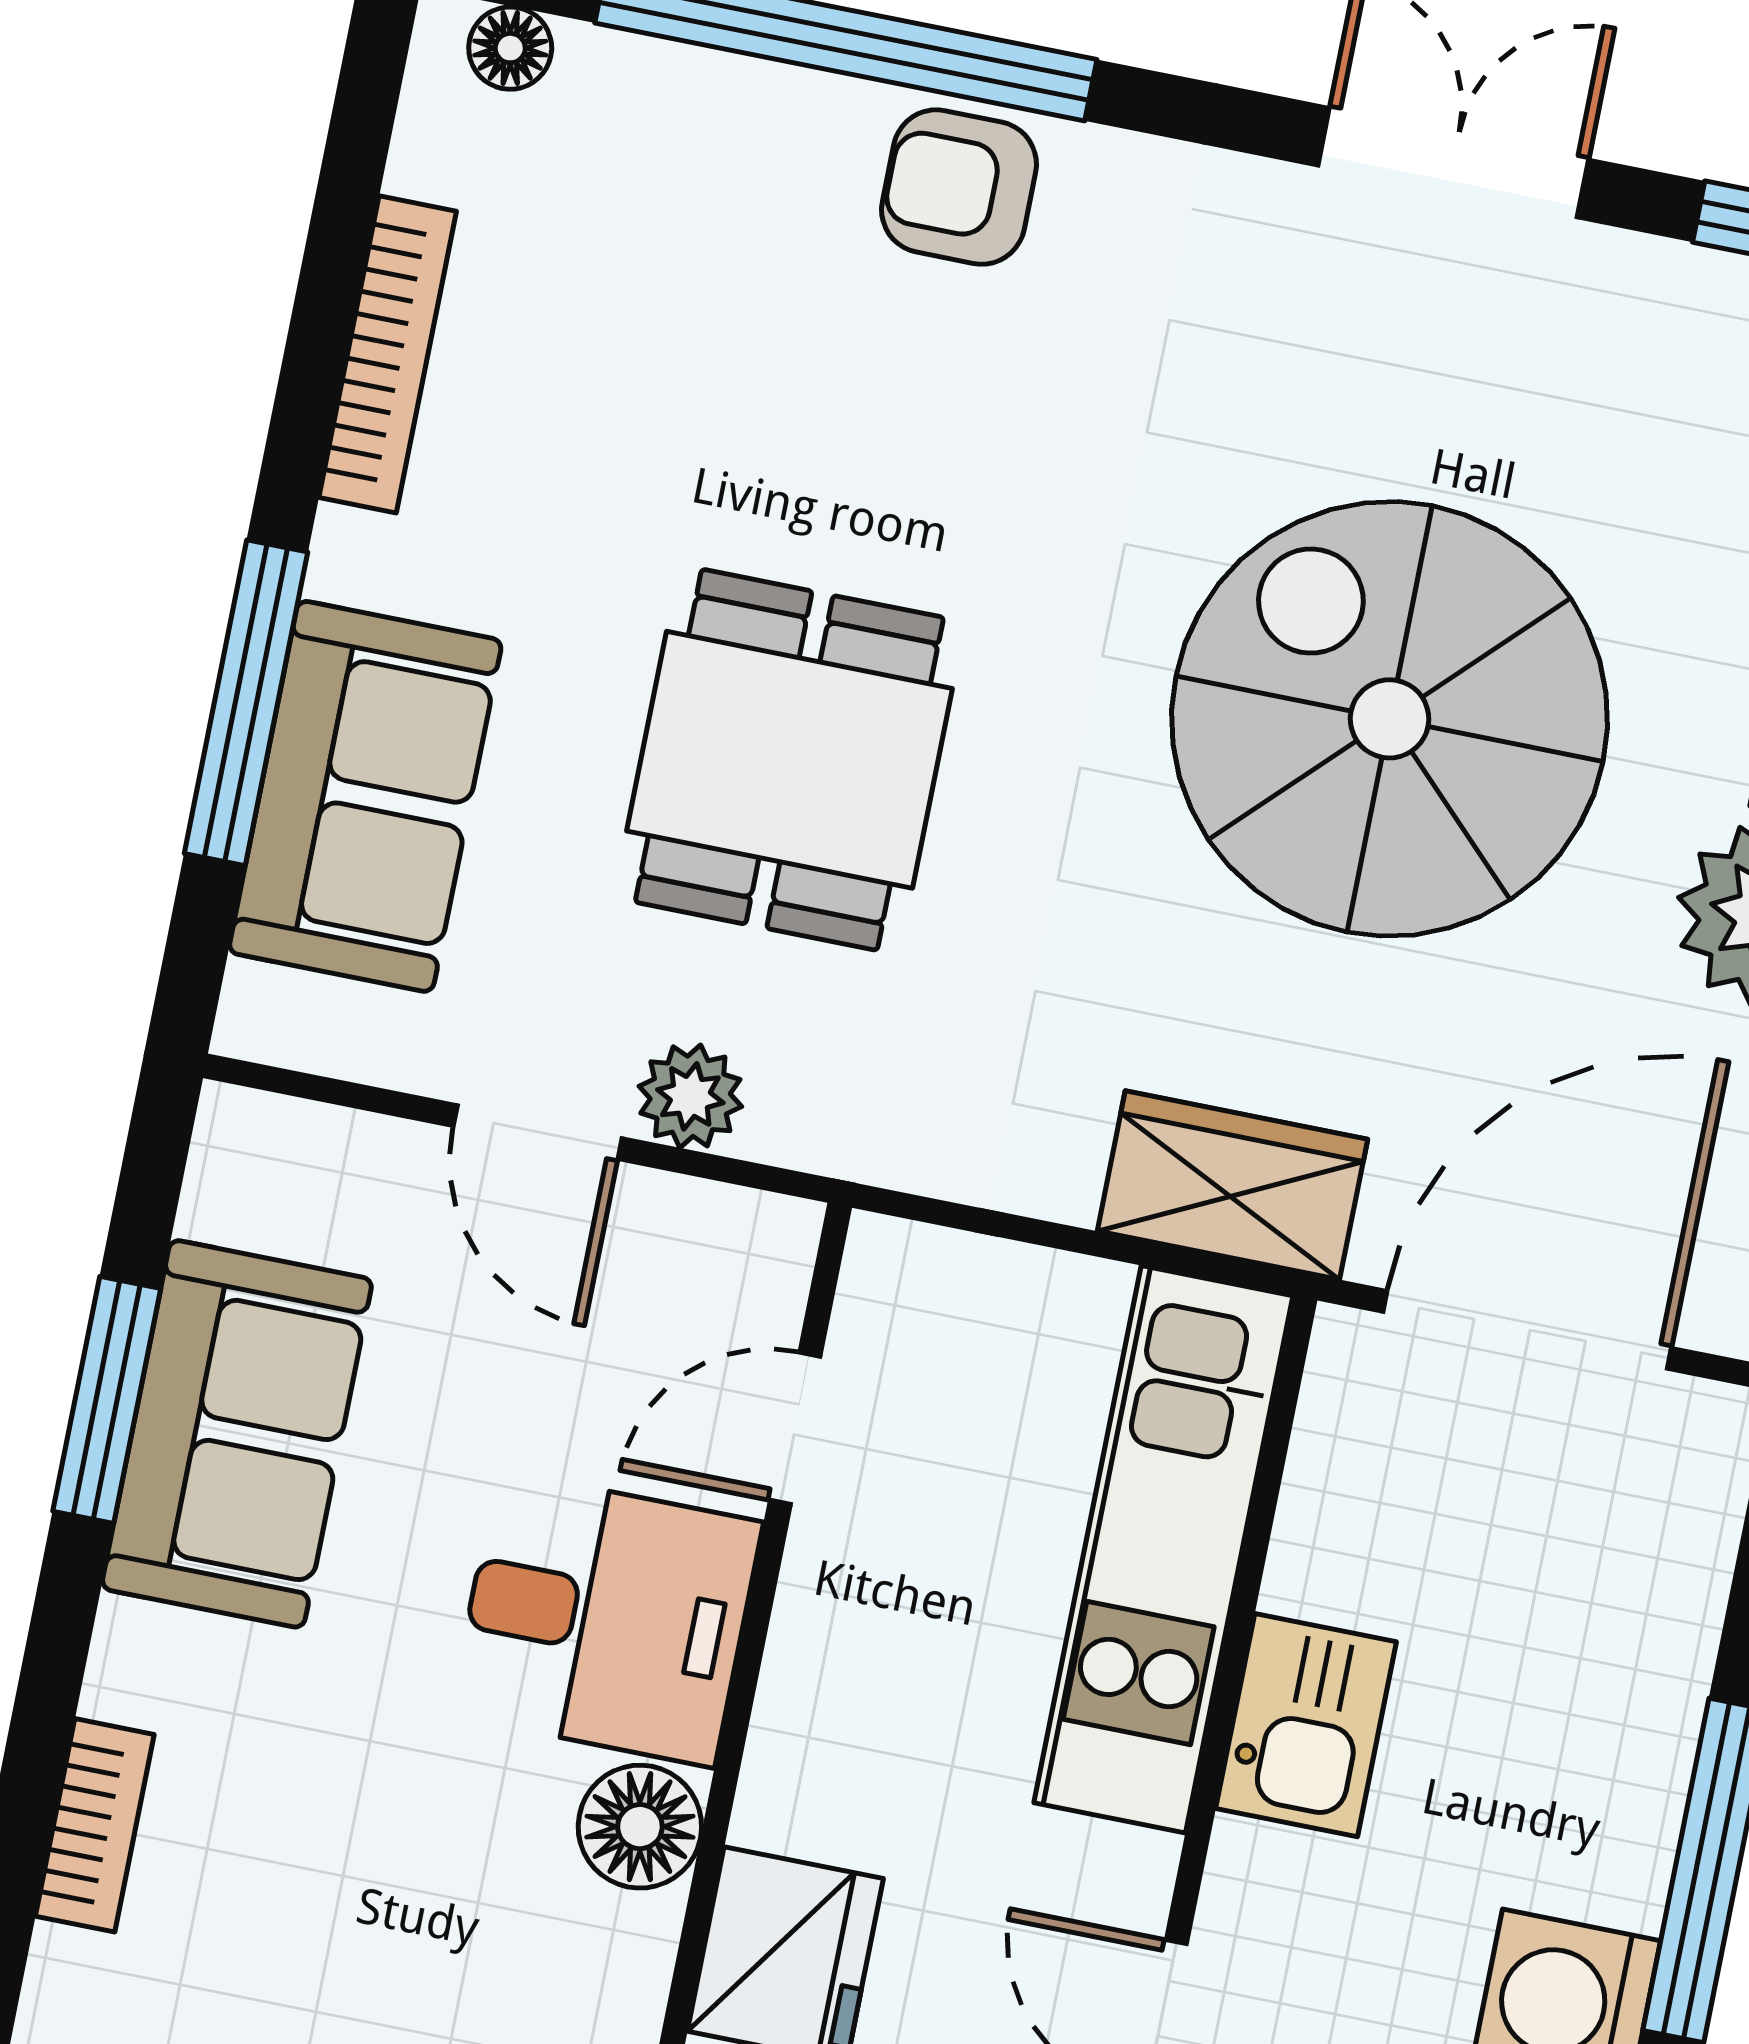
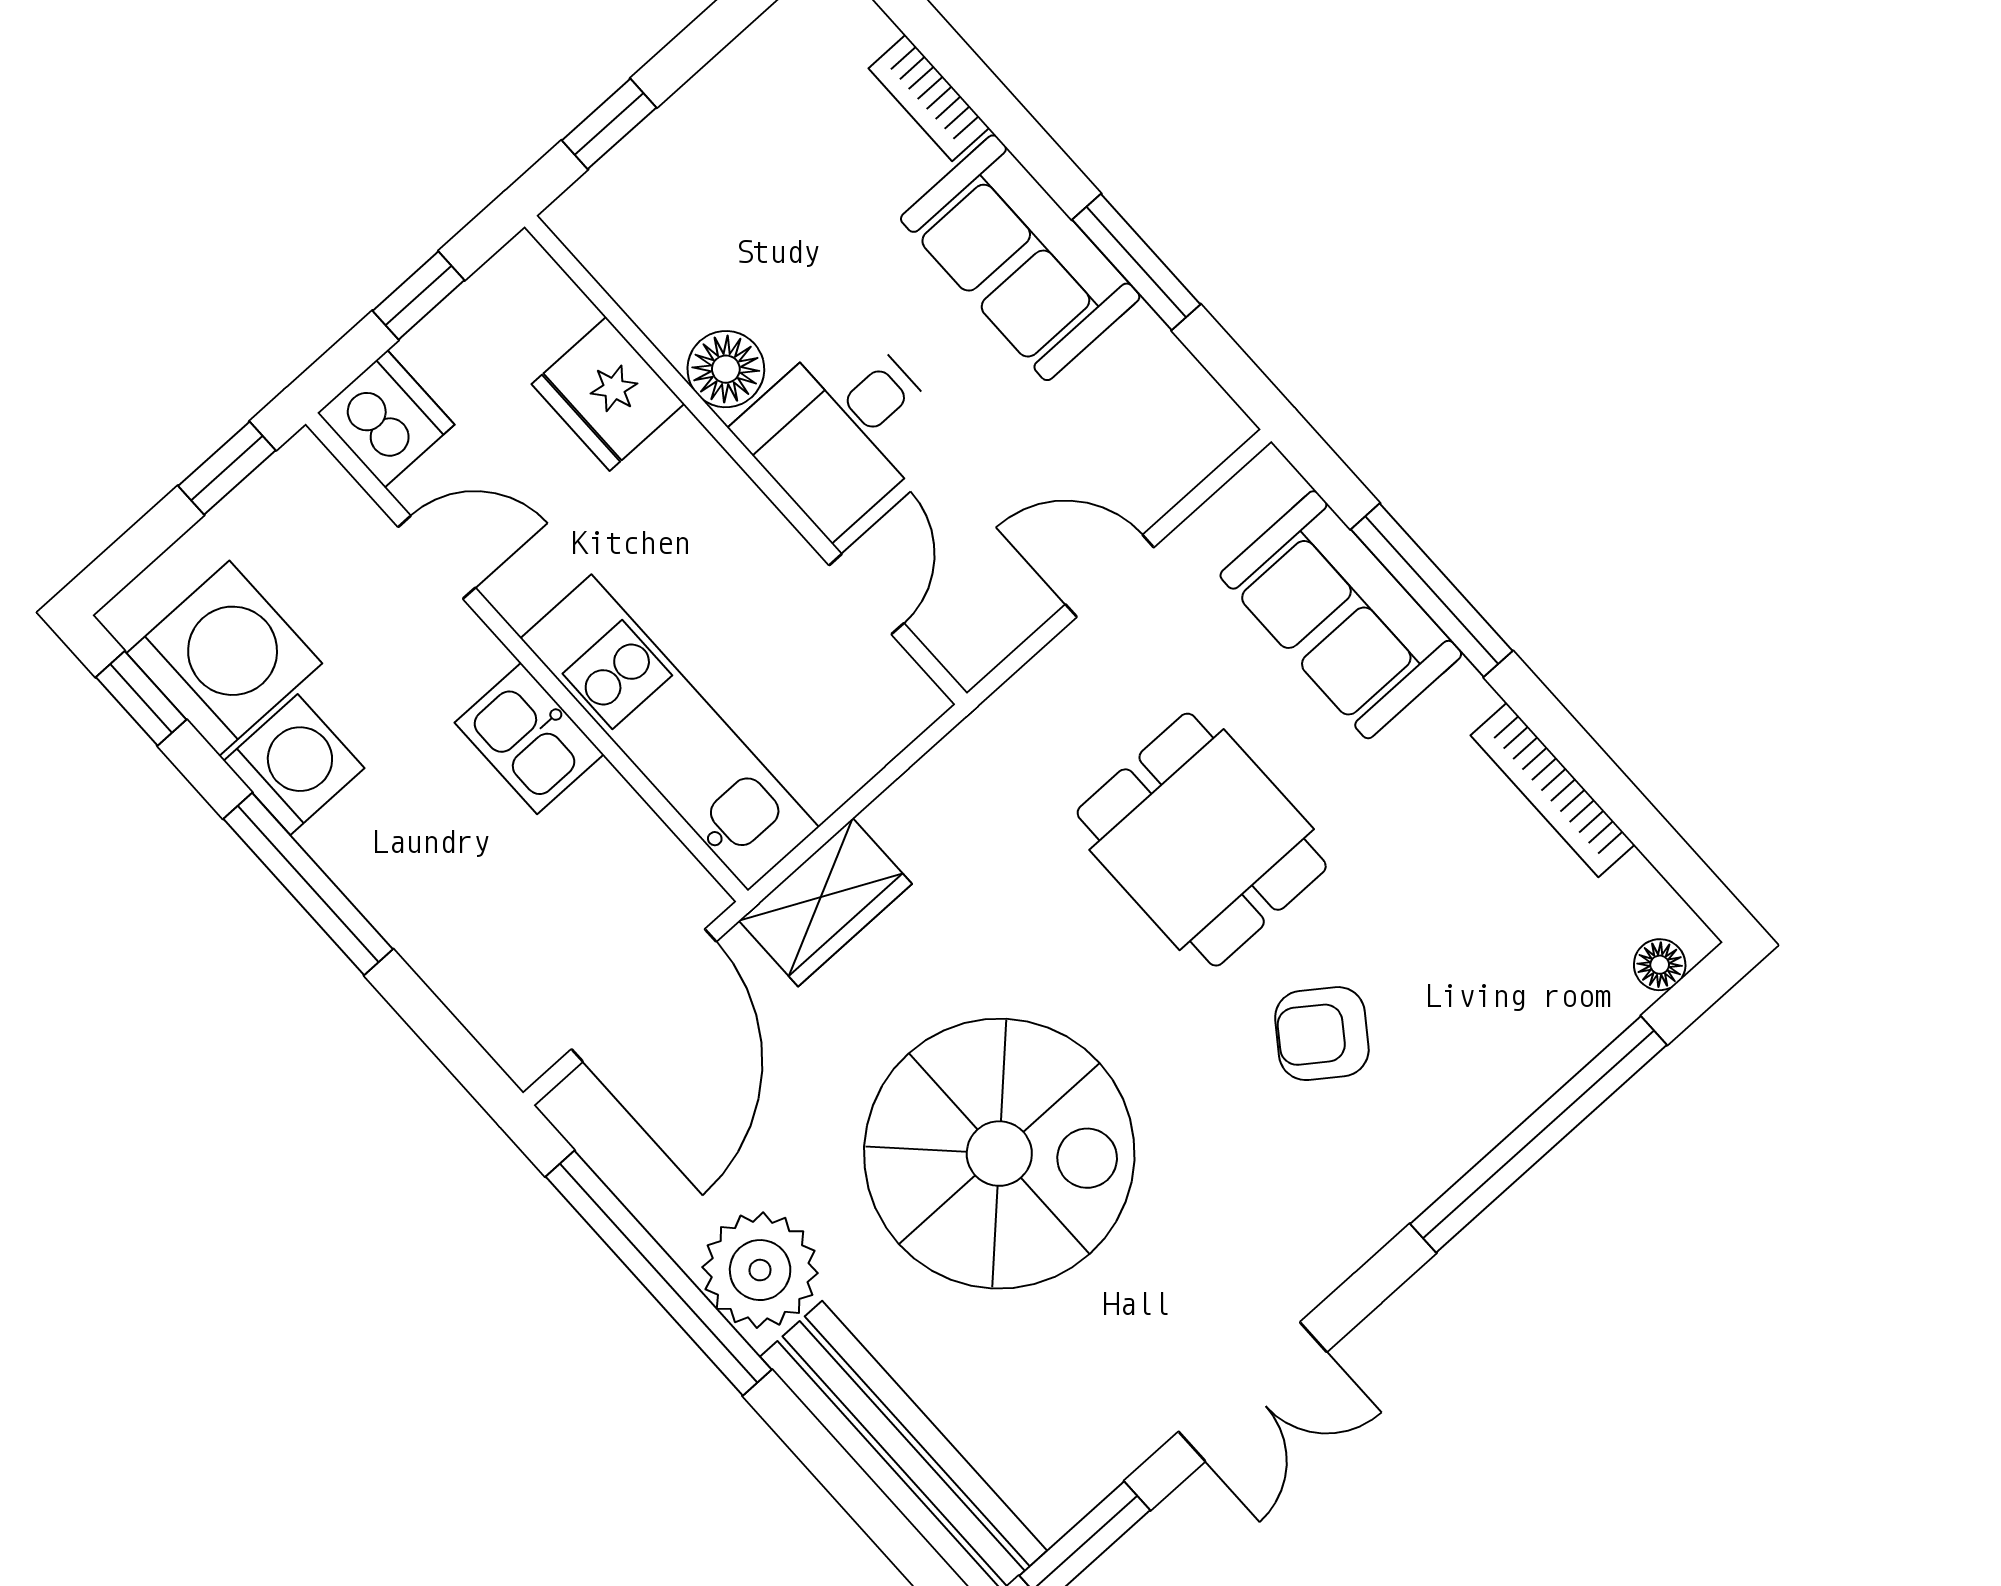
armchair: (959, 187) -> (1322, 1034), moved, turned -144
plant: (690, 1096) -> (1071, 665), removed
sofa: (237, 1434) -> (1020, 258), moved

